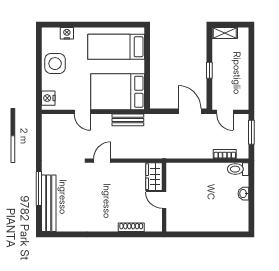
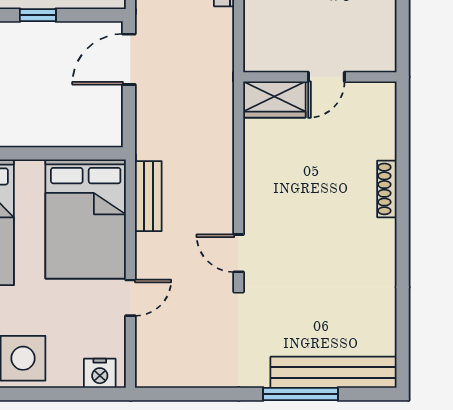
wardrobe: (154, 177) -> (274, 99), moved
wall: (164, 197) -> (320, 77), moved
door: (164, 200) -> (326, 77), moved

